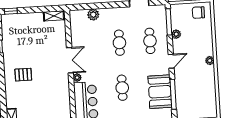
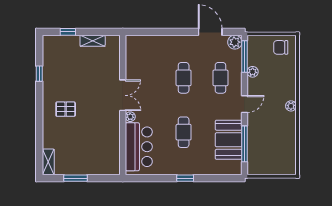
window: (11, 11) -> (68, 32), moved
plant: (93, 15) -> (235, 42), moved
shelving: (54, 16) -> (93, 41), moved

